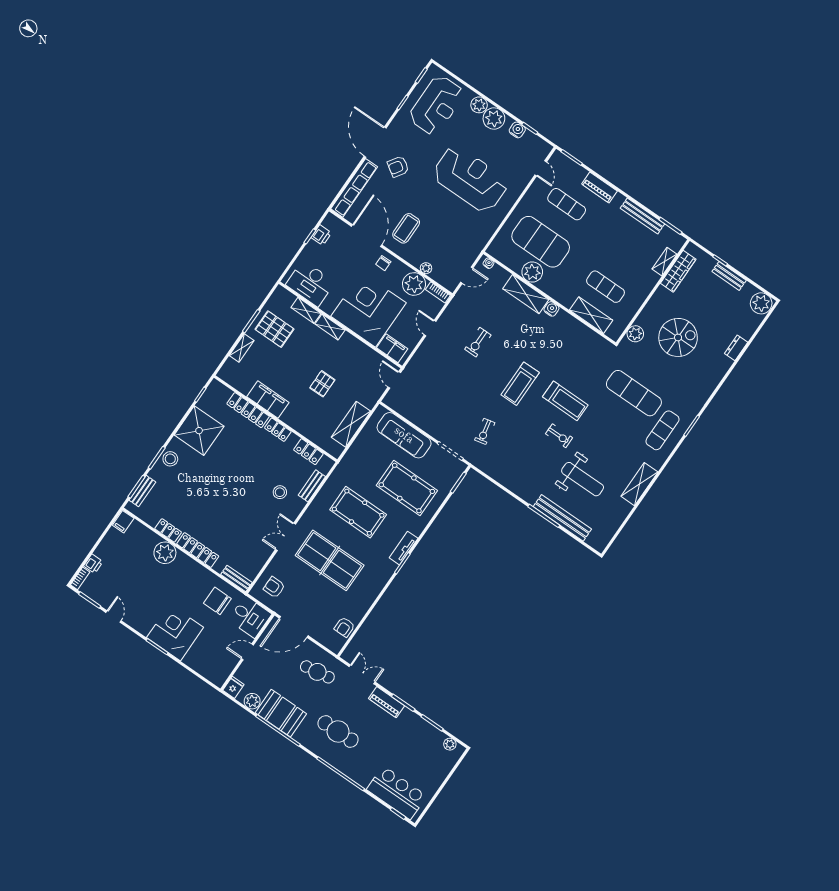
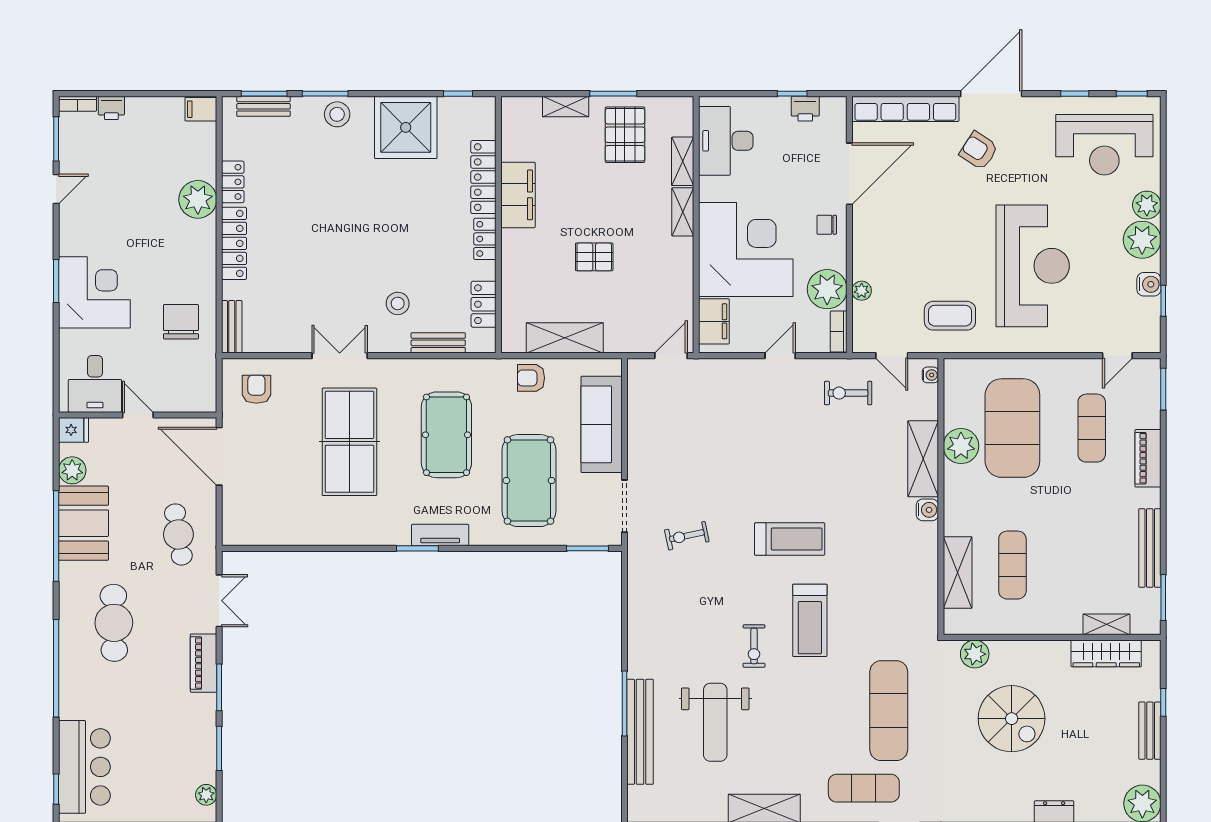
coffee table: (406, 228) -> (950, 316), moved
exercise bike: (478, 342) -> (848, 393), moved
treadmill: (520, 384) -> (790, 539), turned 180
desk: (250, 617) -> (95, 384), moved
armchair: (344, 627) -> (531, 378), moved

